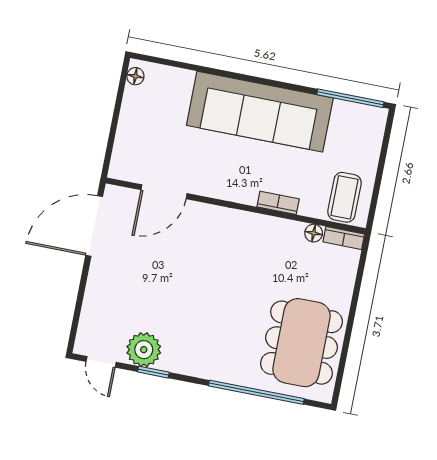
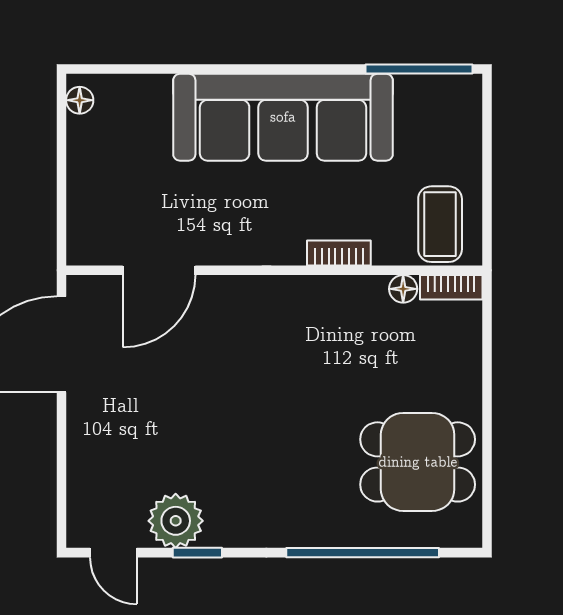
dining table: (301, 343) -> (418, 462), width x0.73

